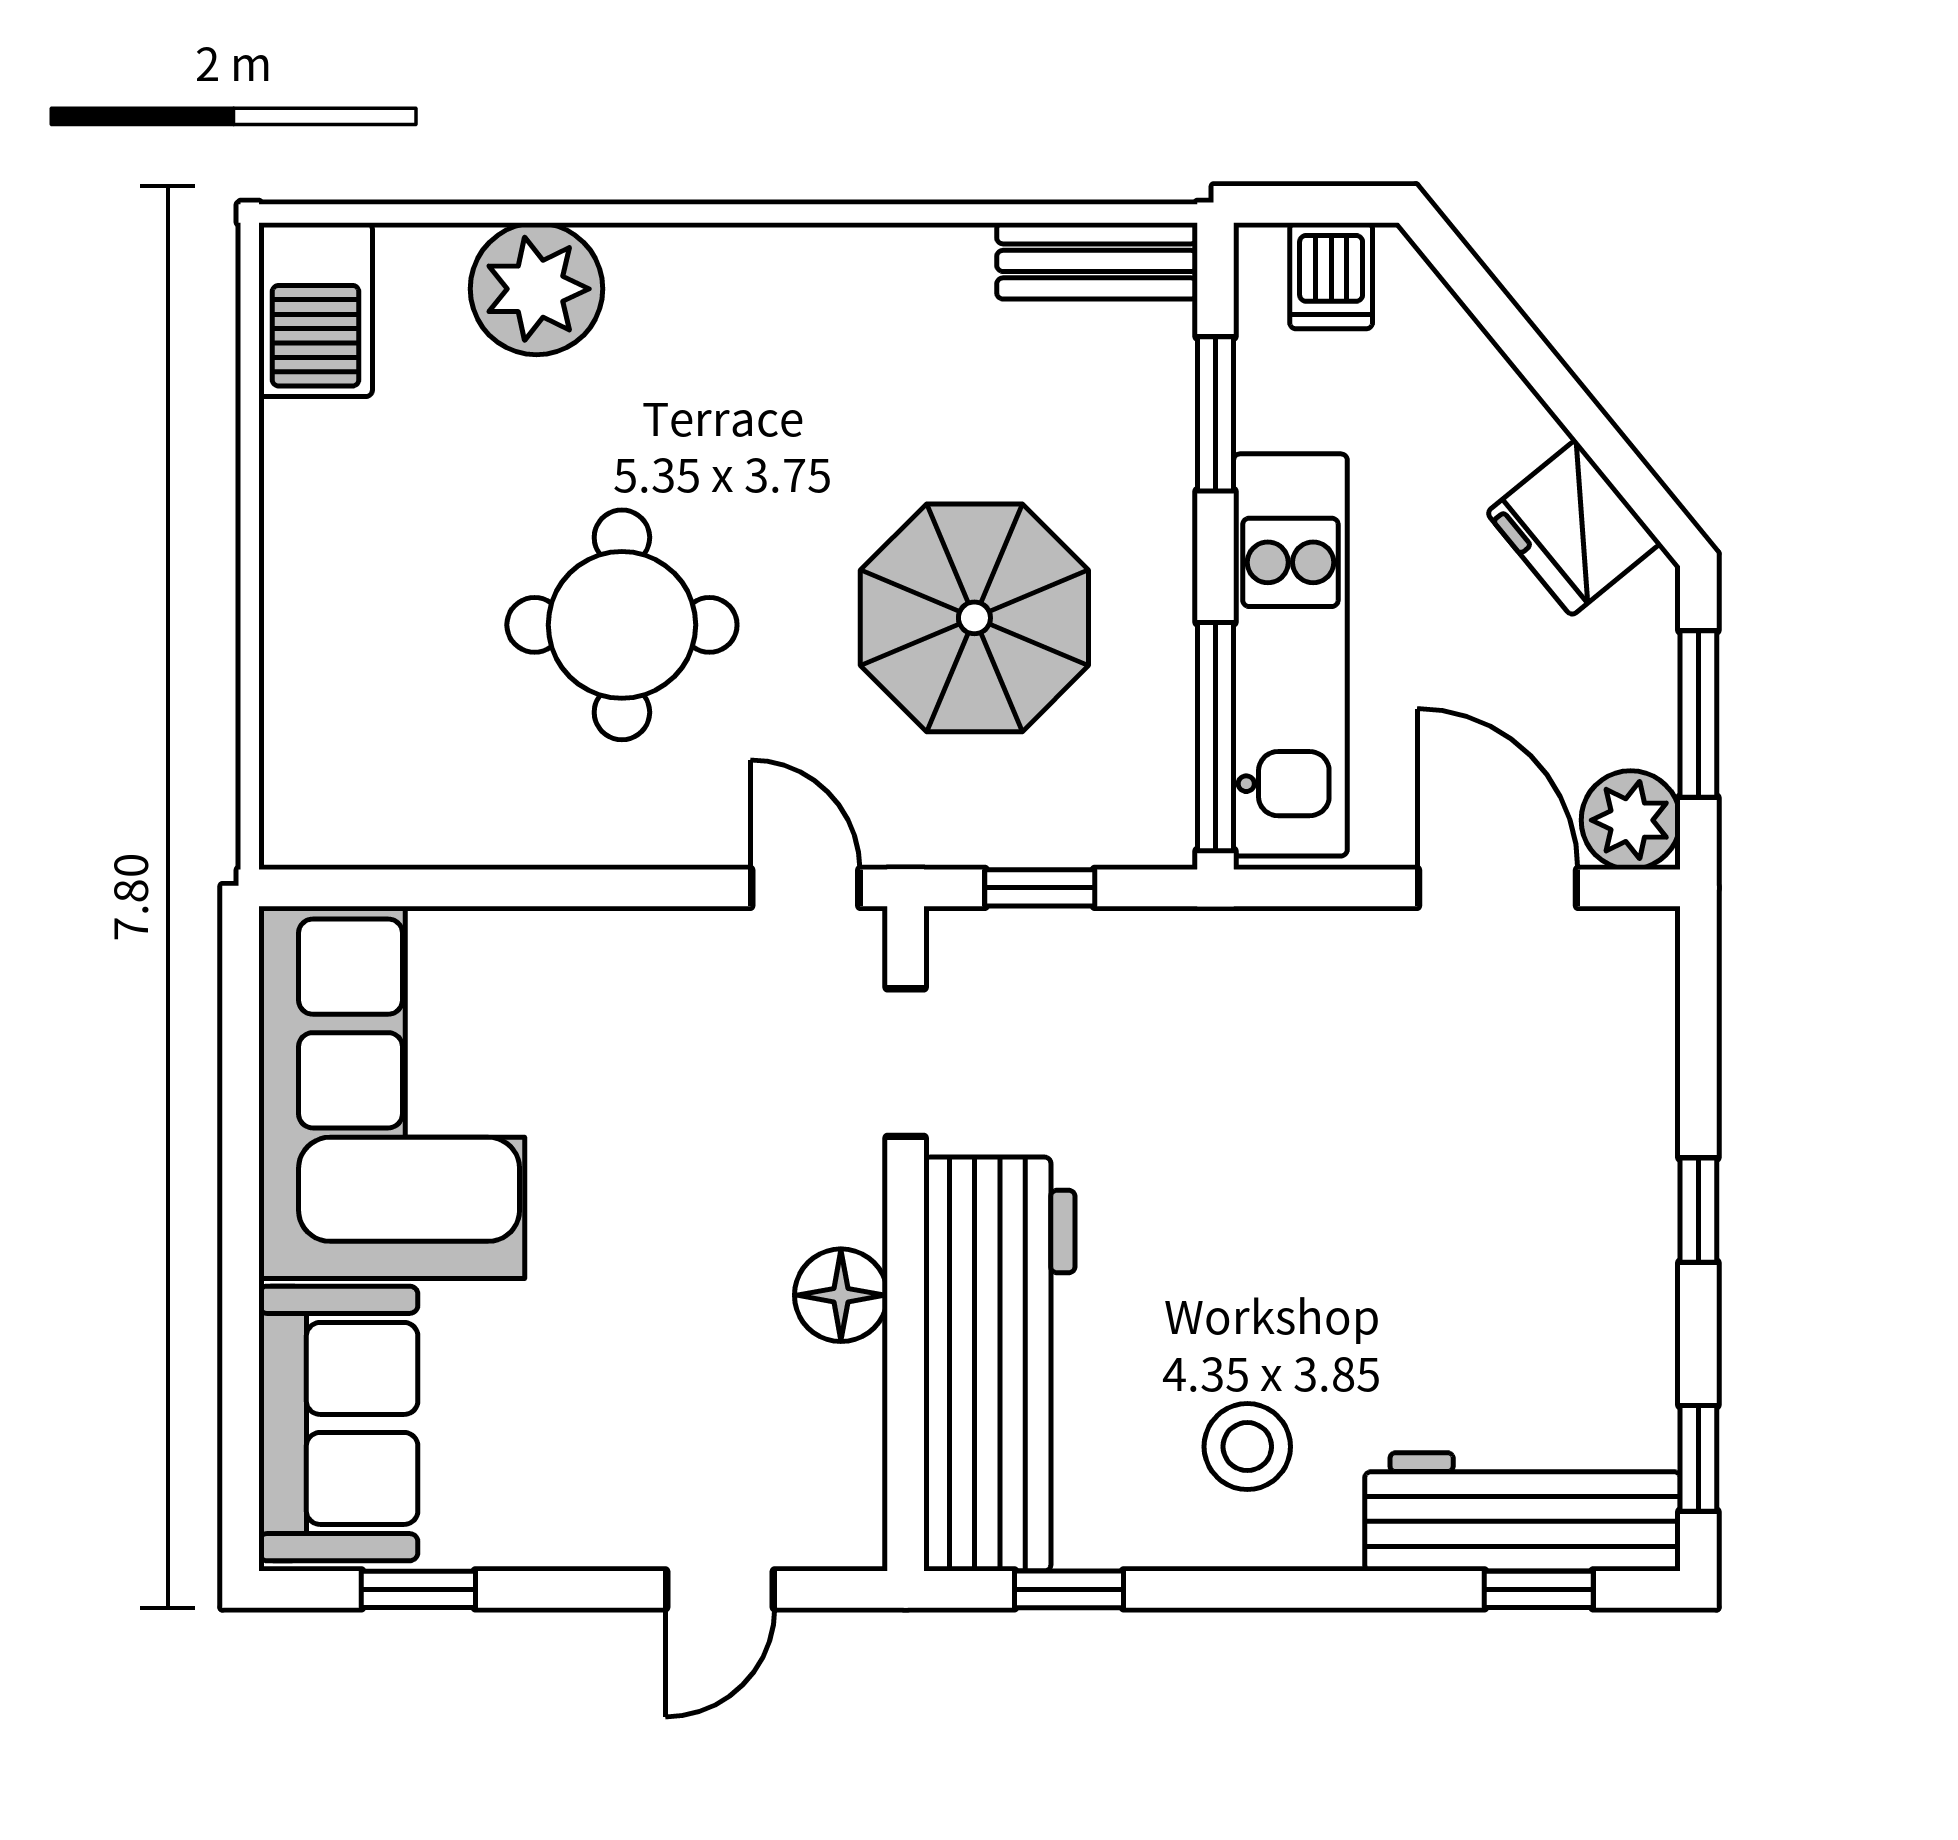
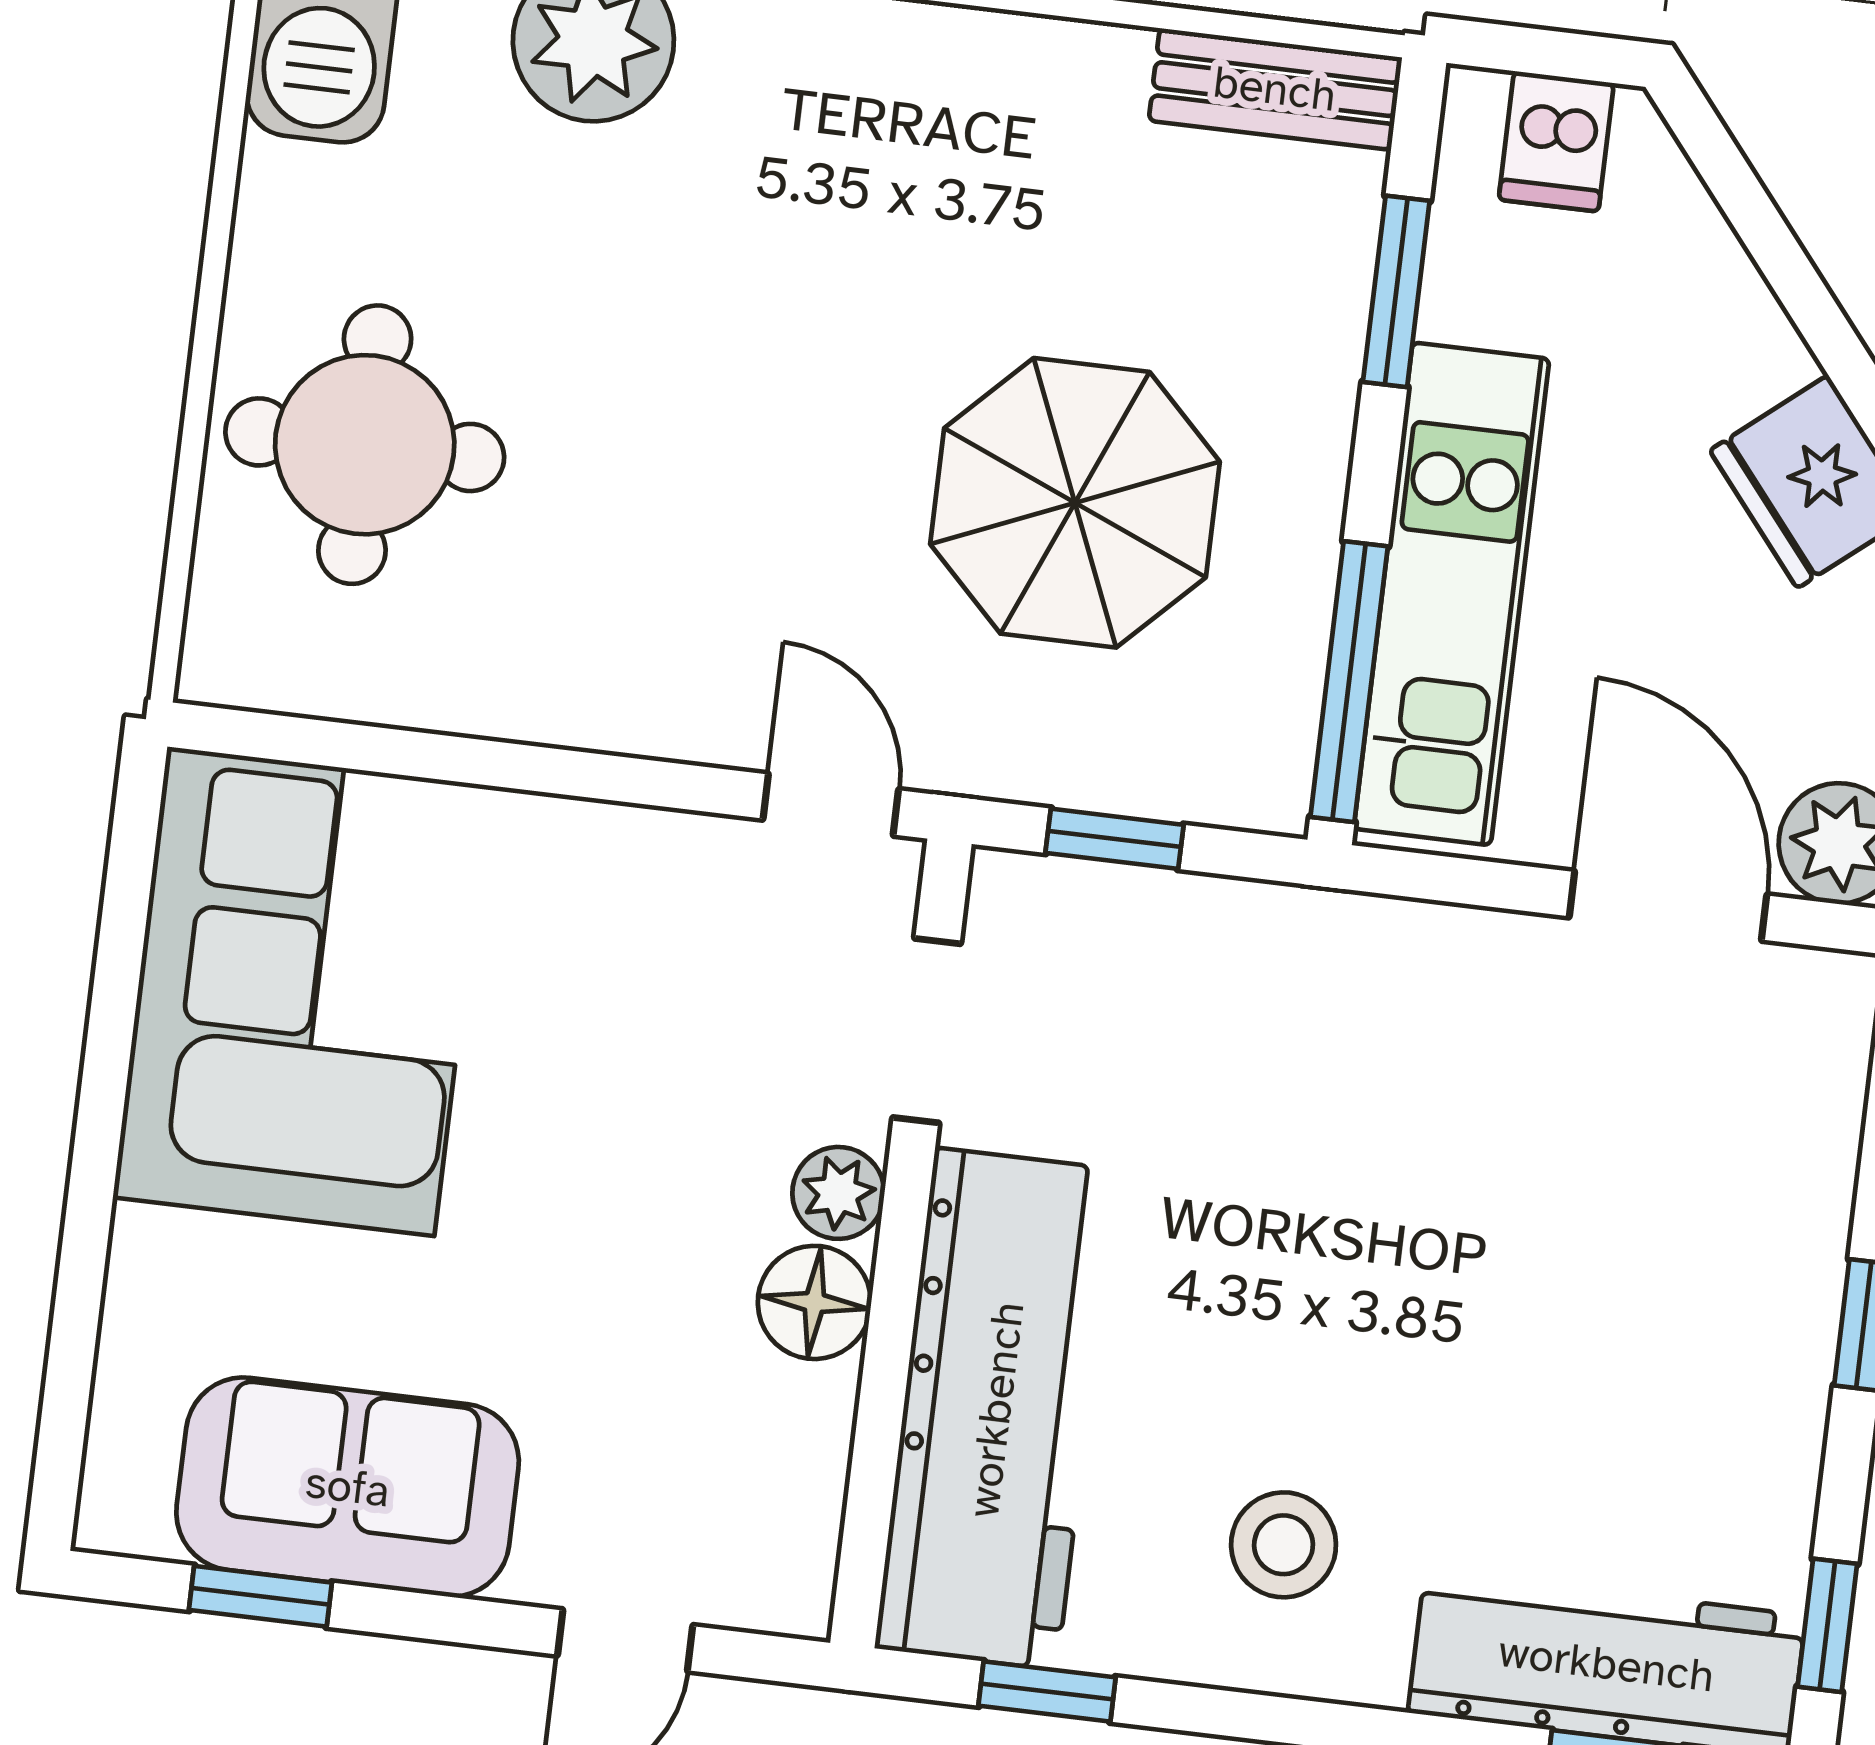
round table: (622, 625) -> (365, 445), moved
plant: (850, 1204) -> (838, 1193), added
sofa: (338, 1423) -> (348, 1487), moved, turned -90

